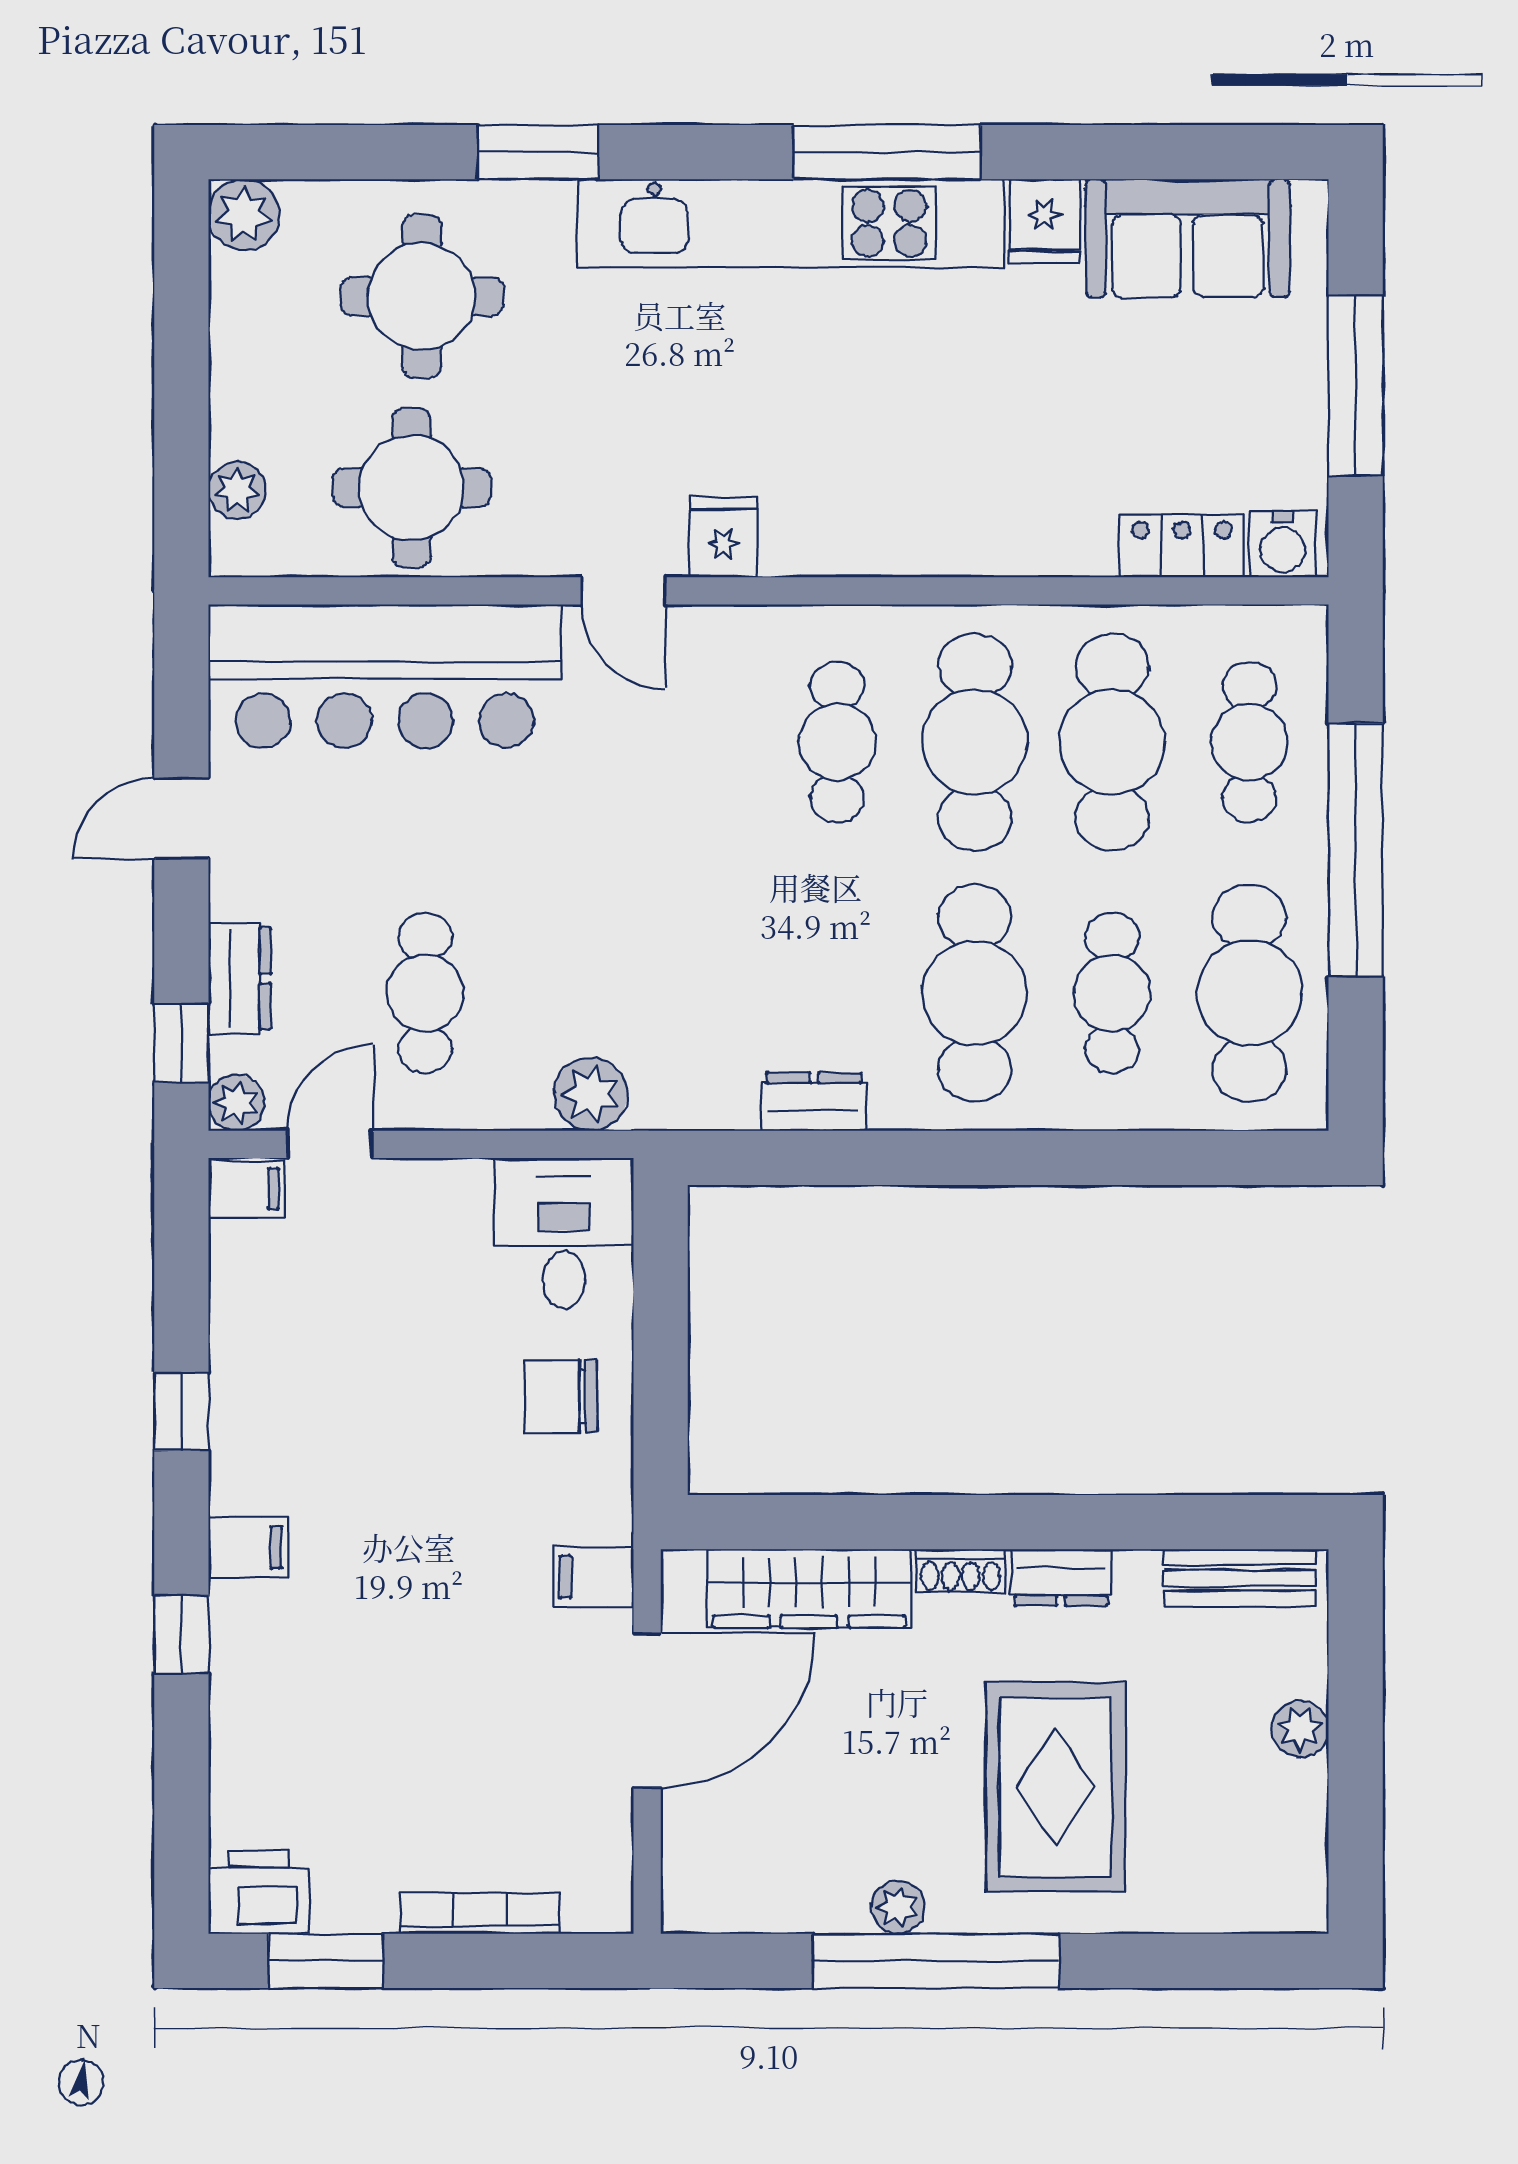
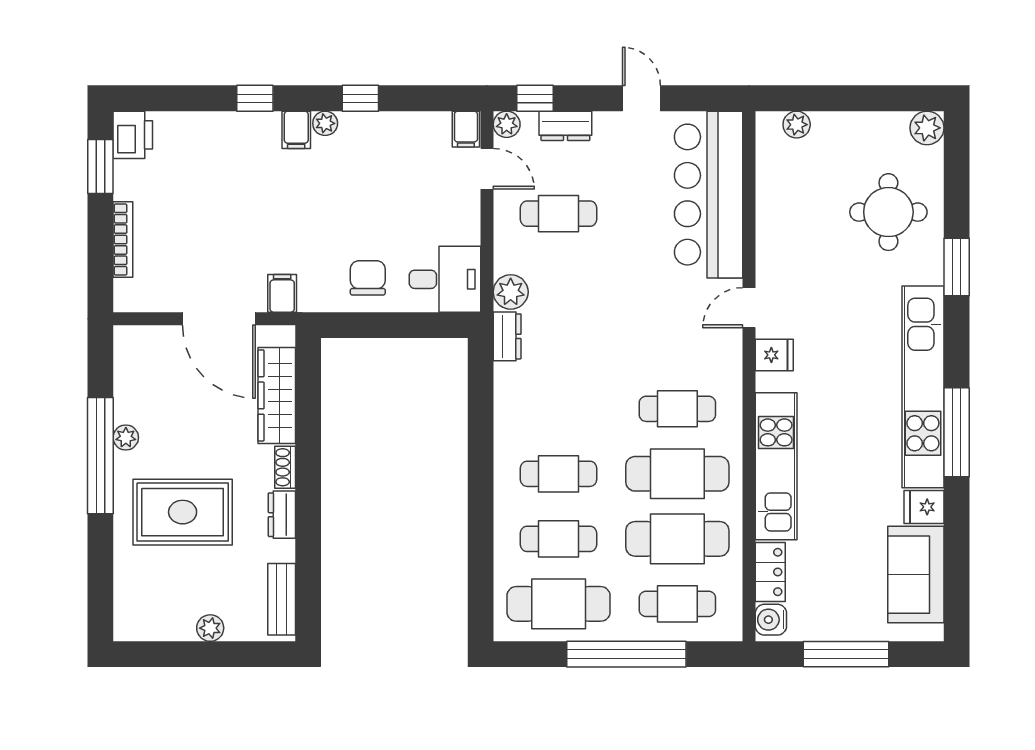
round table: (411, 488) -> (798, 207), removed
kitchen unit: (959, 534) -> (776, 466), added
cafe table: (975, 993) -> (559, 474), width x0.73, depth x0.74
dresser: (814, 1102) -> (507, 336), moved
plant: (234, 1486) -> (325, 123), added

